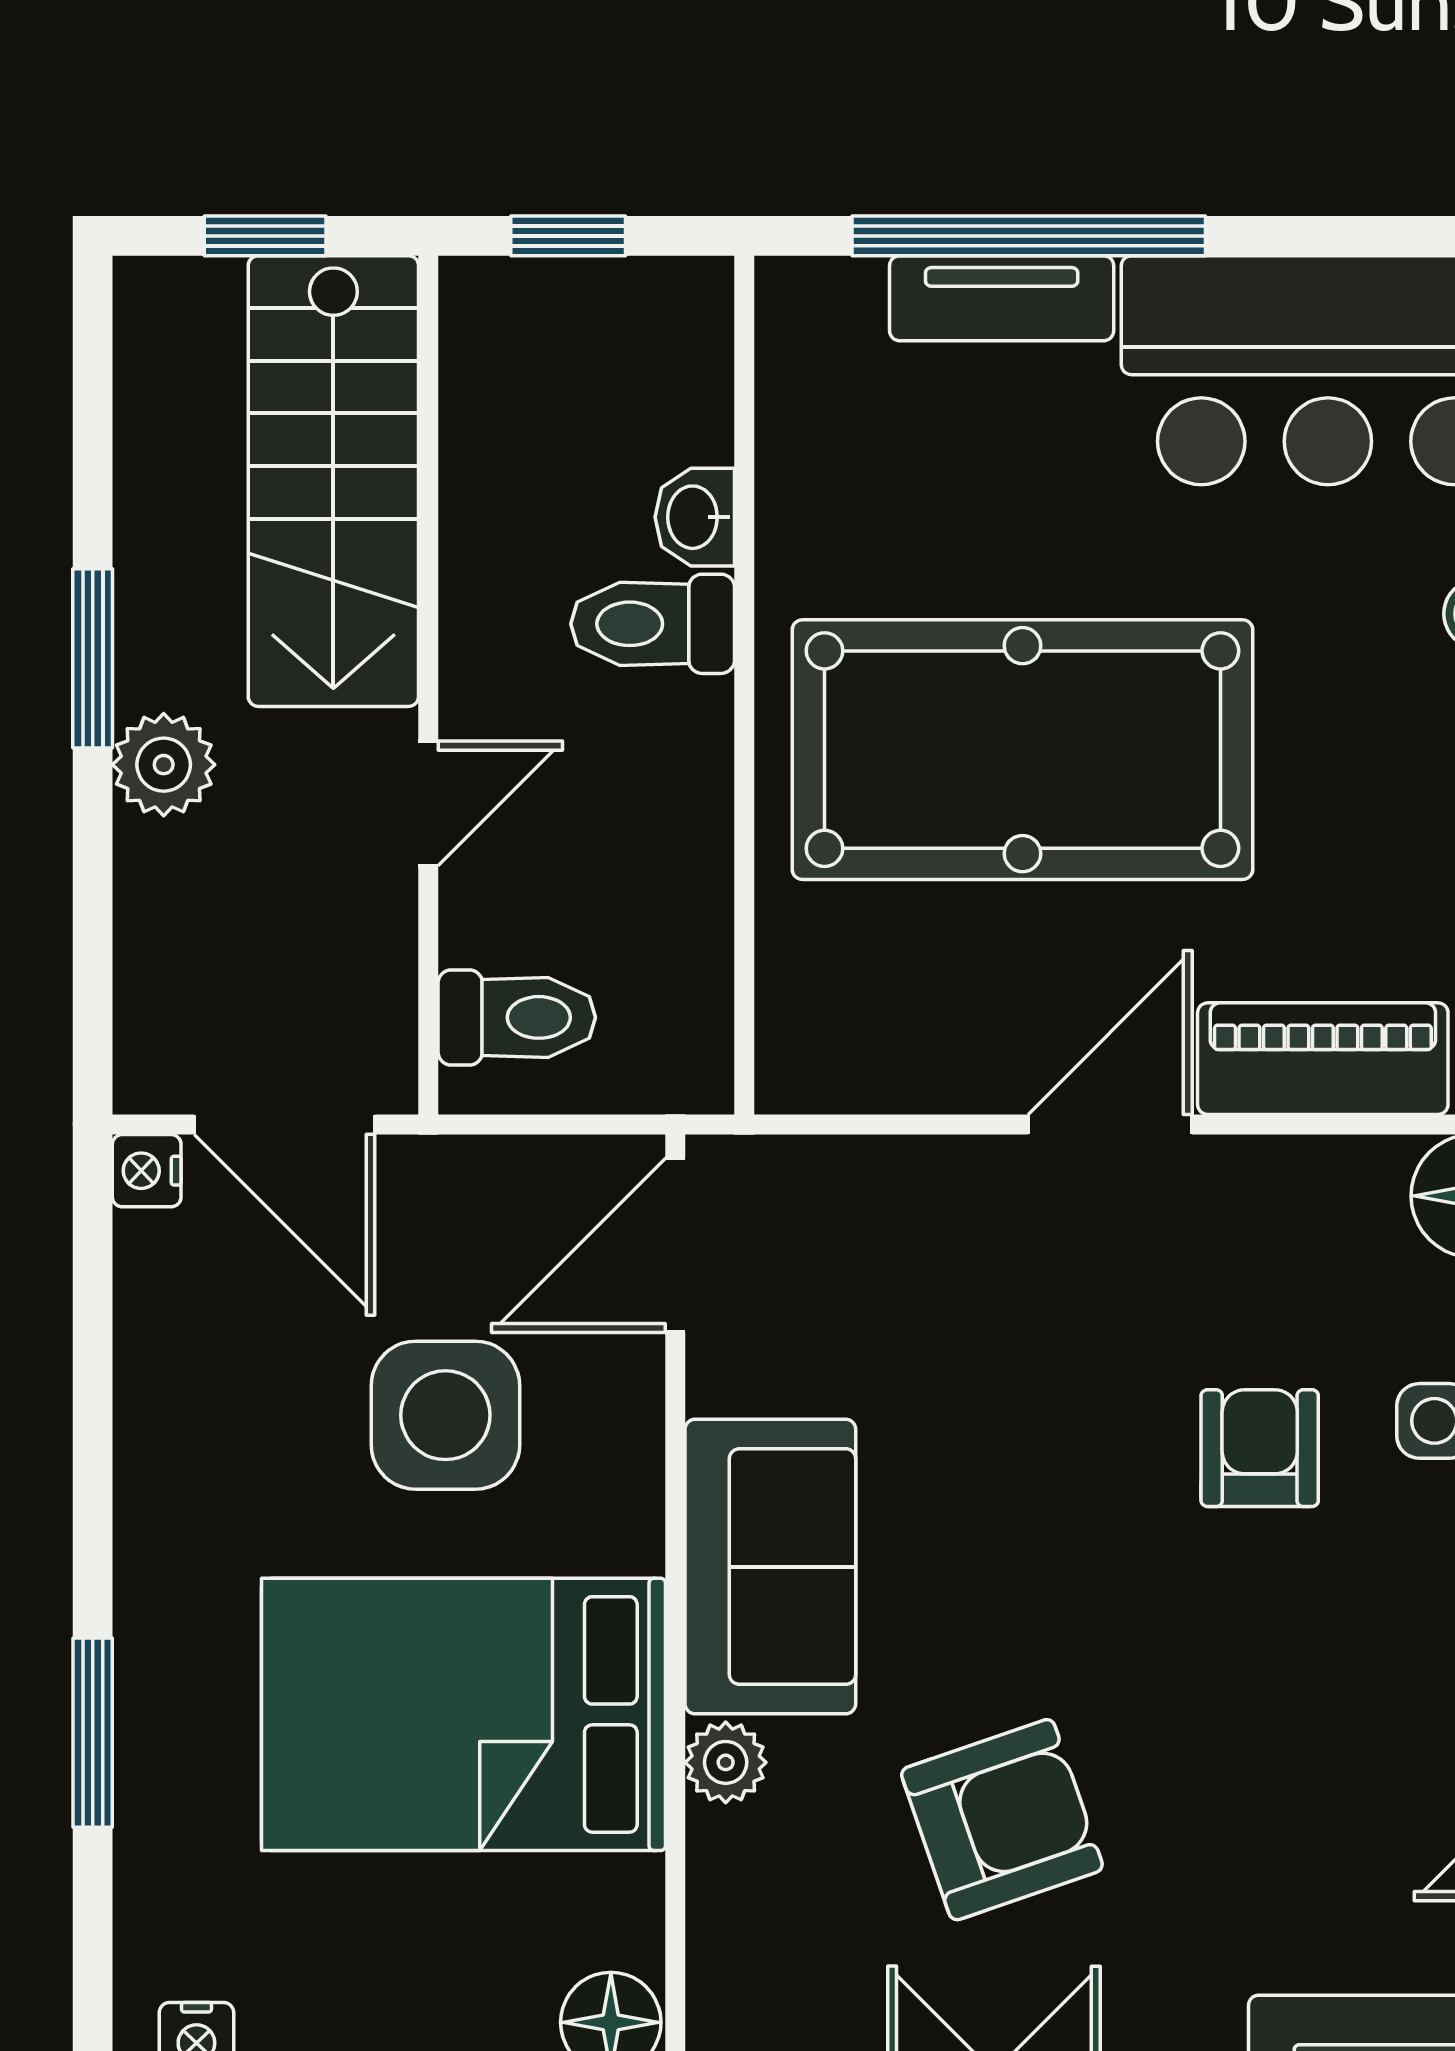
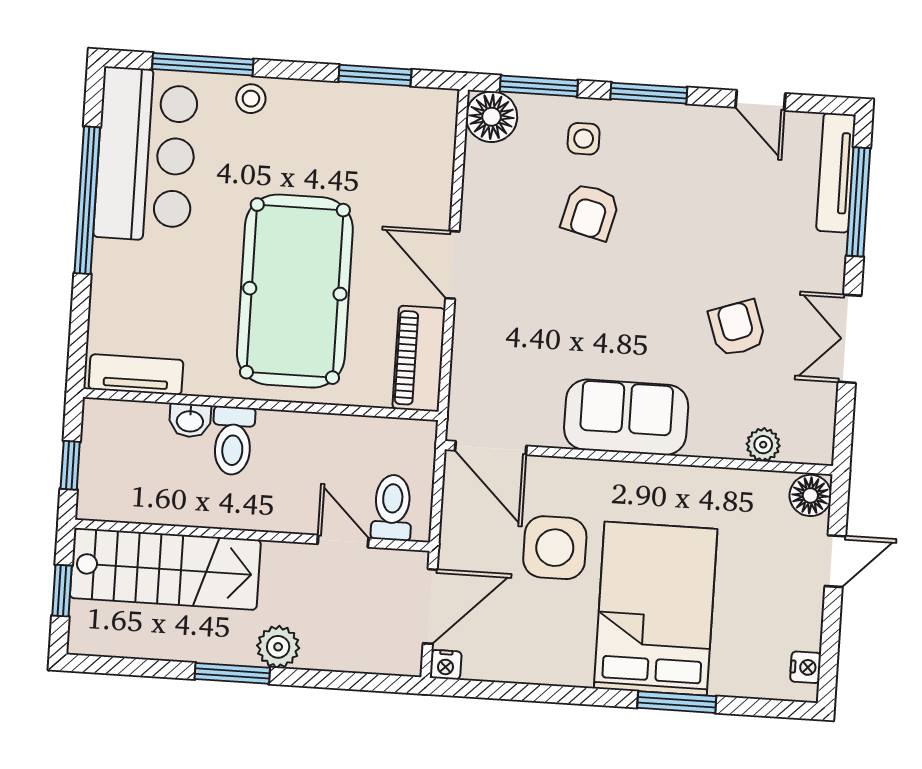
window: (1029, 236) -> (87, 200), moved
tv unit: (1002, 298) -> (136, 374), moved, turned -90
door: (428, 803) -> (343, 541), moved
piano: (1323, 1059) -> (419, 359), moved
armchair: (1260, 1448) -> (590, 212), turned -76
bed: (463, 1714) -> (656, 609), moved, turned 180
plant: (726, 1762) -> (763, 445), moved
armchair: (1002, 1820) -> (737, 328), width x0.72, depth x0.72

